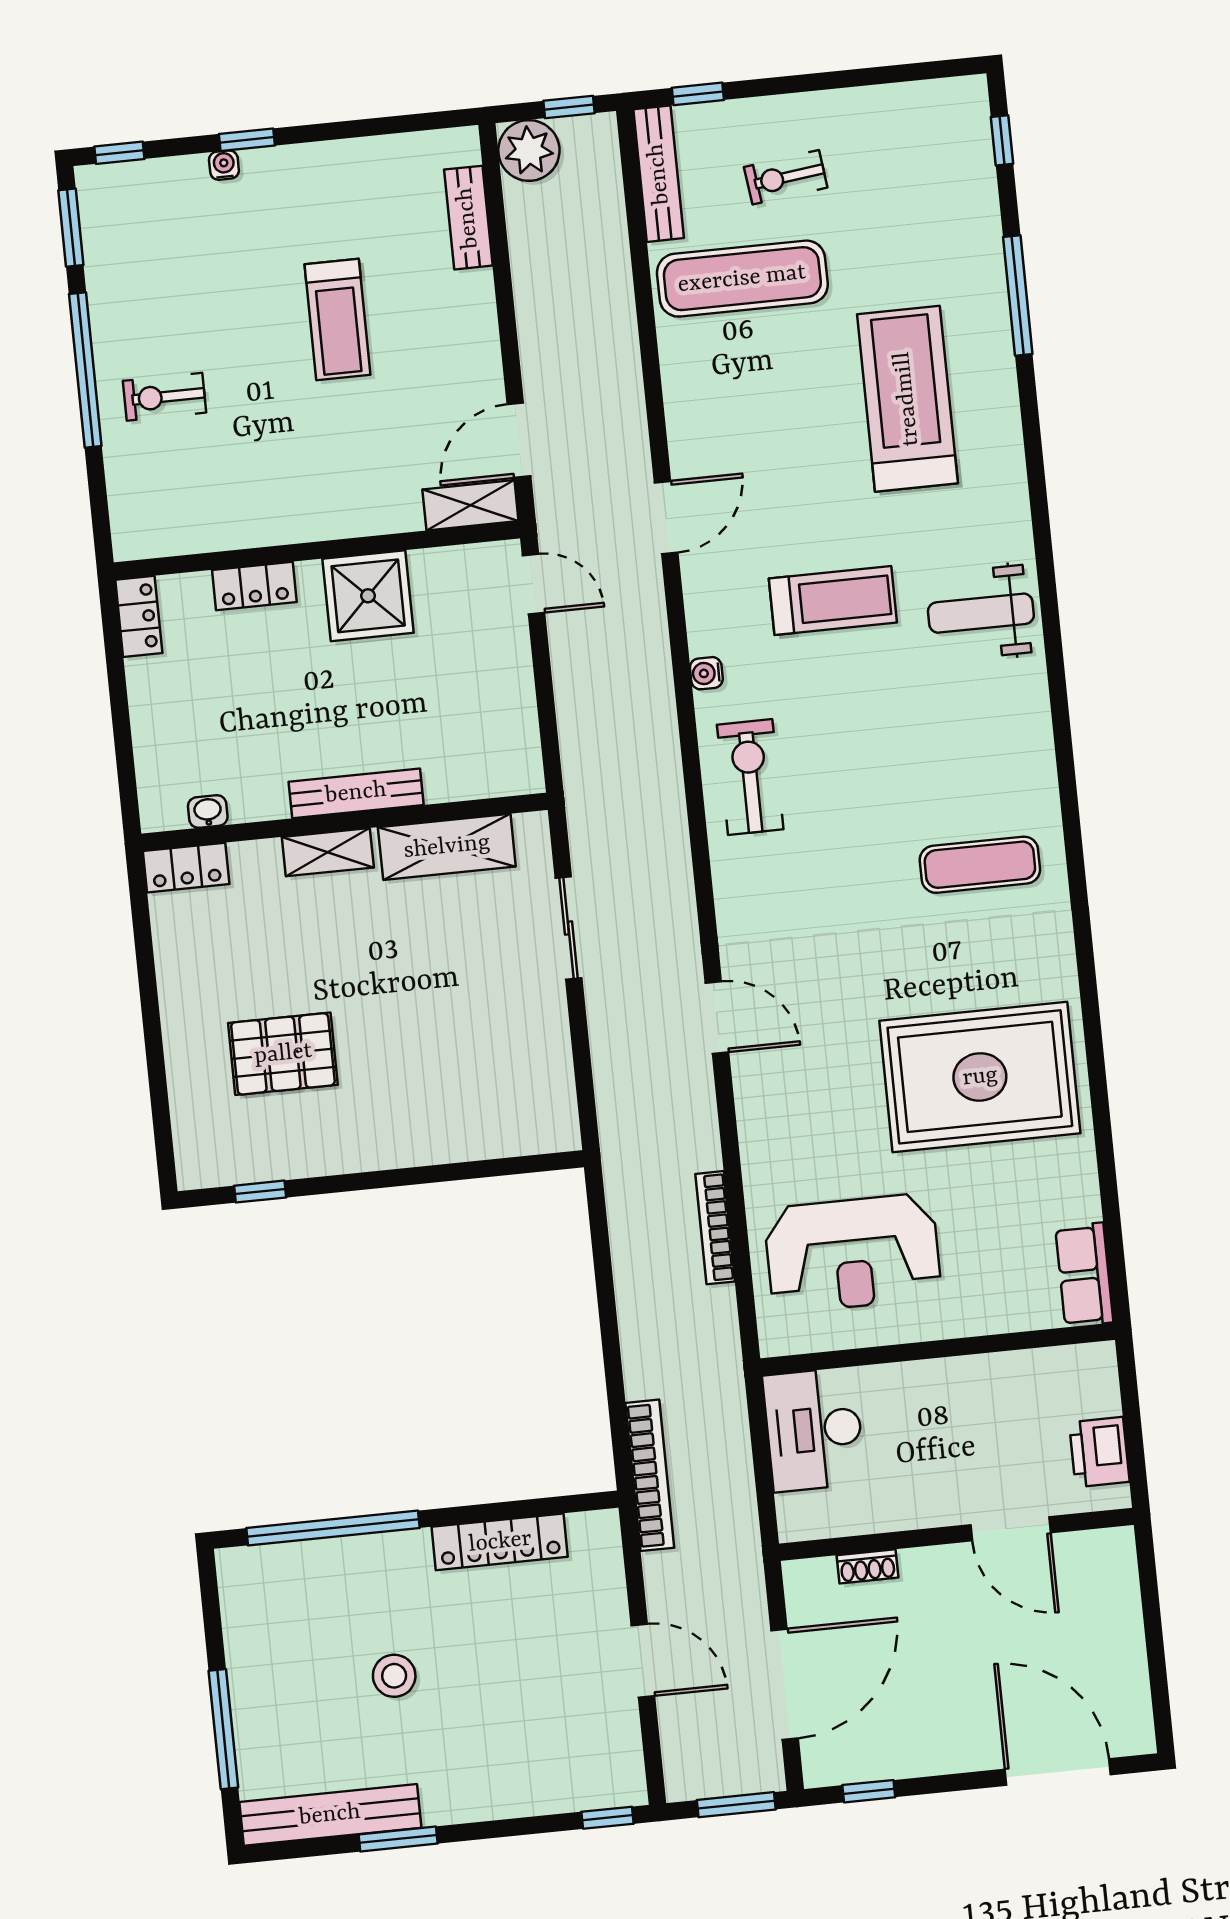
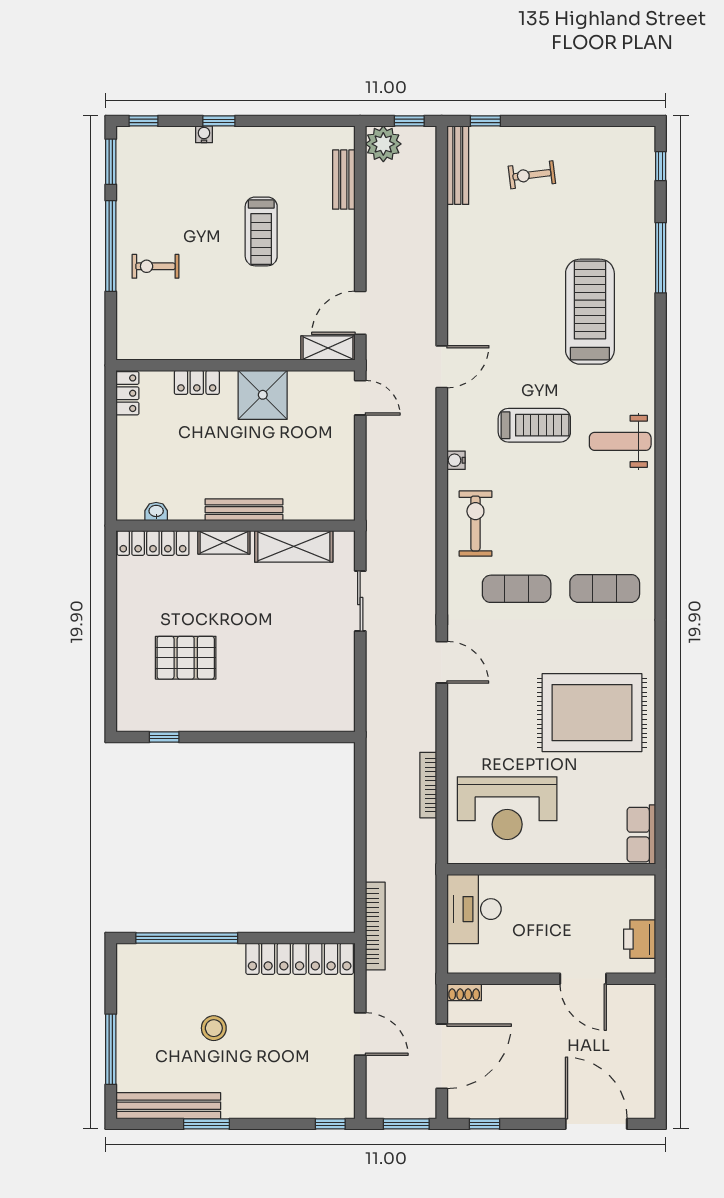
exercise mat: (742, 279) -> (517, 589), moved, width x0.73, depth x0.69
locker: (186, 868) -> (153, 543), width x1.53
locker: (500, 1542) -> (300, 959), width x1.41, depth x1.21
shoe rack: (867, 1566) -> (464, 992), moved

